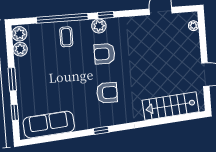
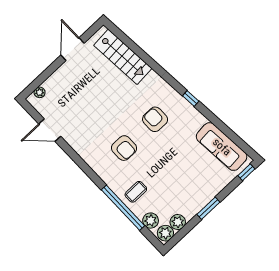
window: (106, 15) -> (91, 173), removed
plant: (99, 26) -> (151, 221), moved
window: (15, 112) -> (246, 172), moved

